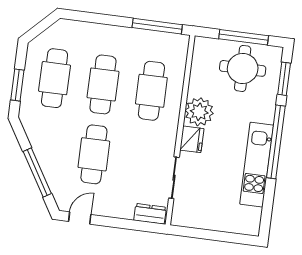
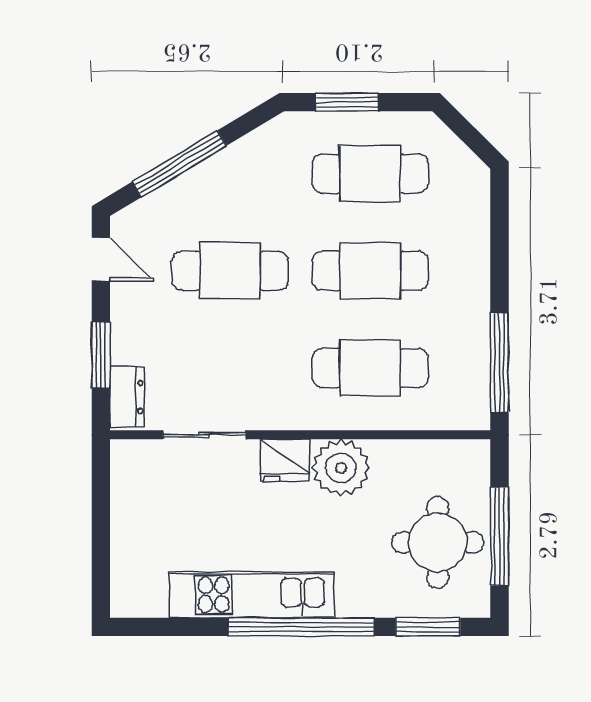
window: (127, 224) -> (101, 355), added

